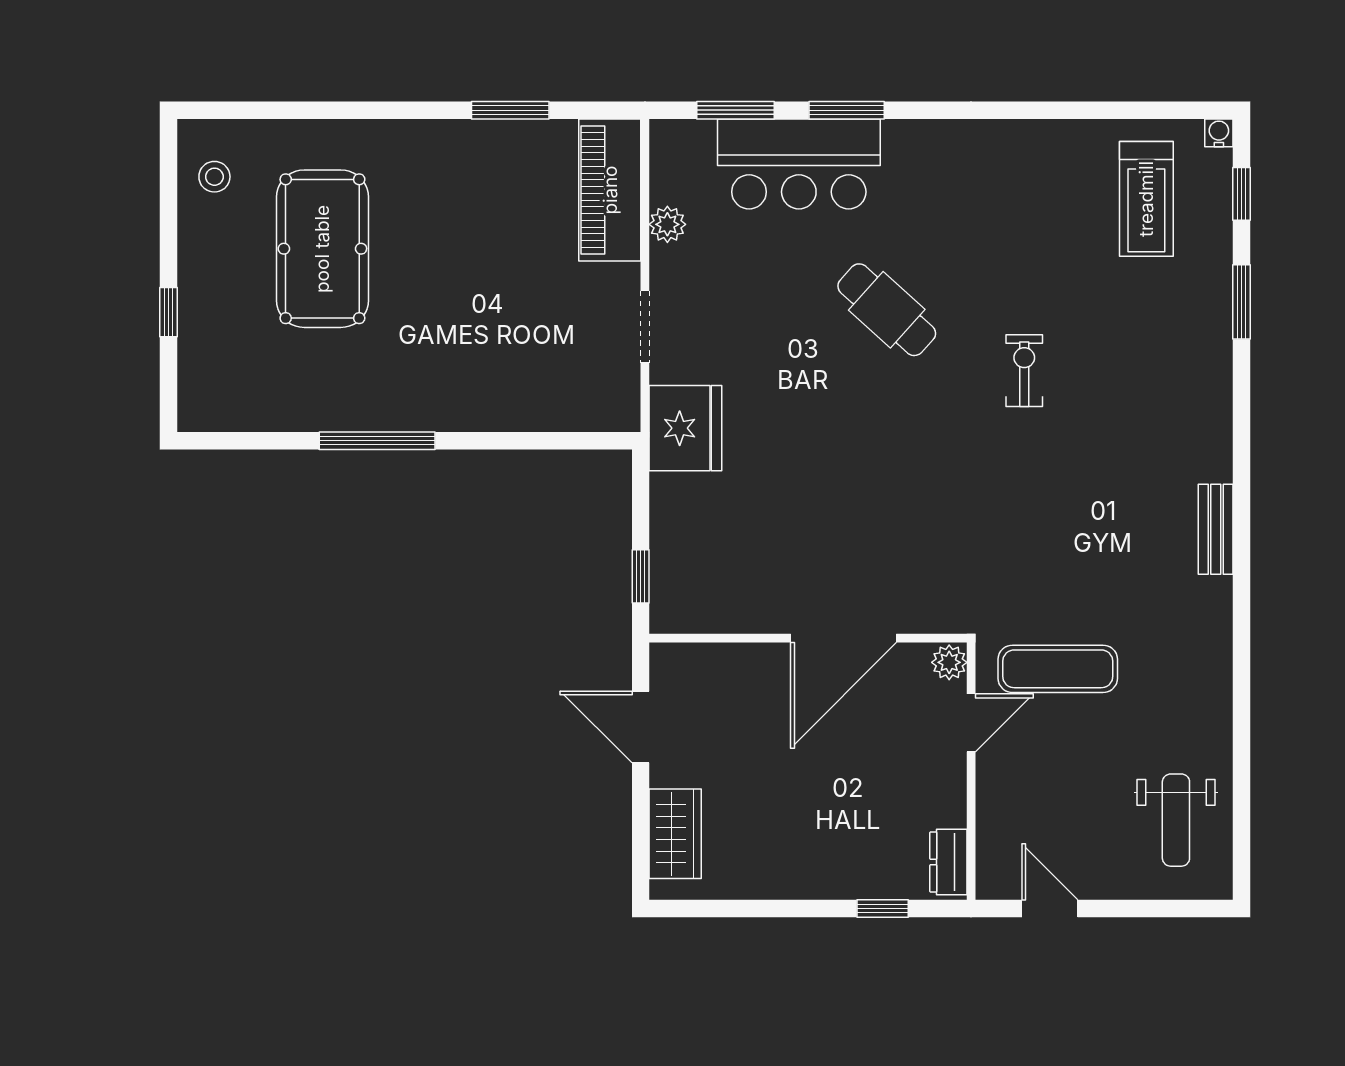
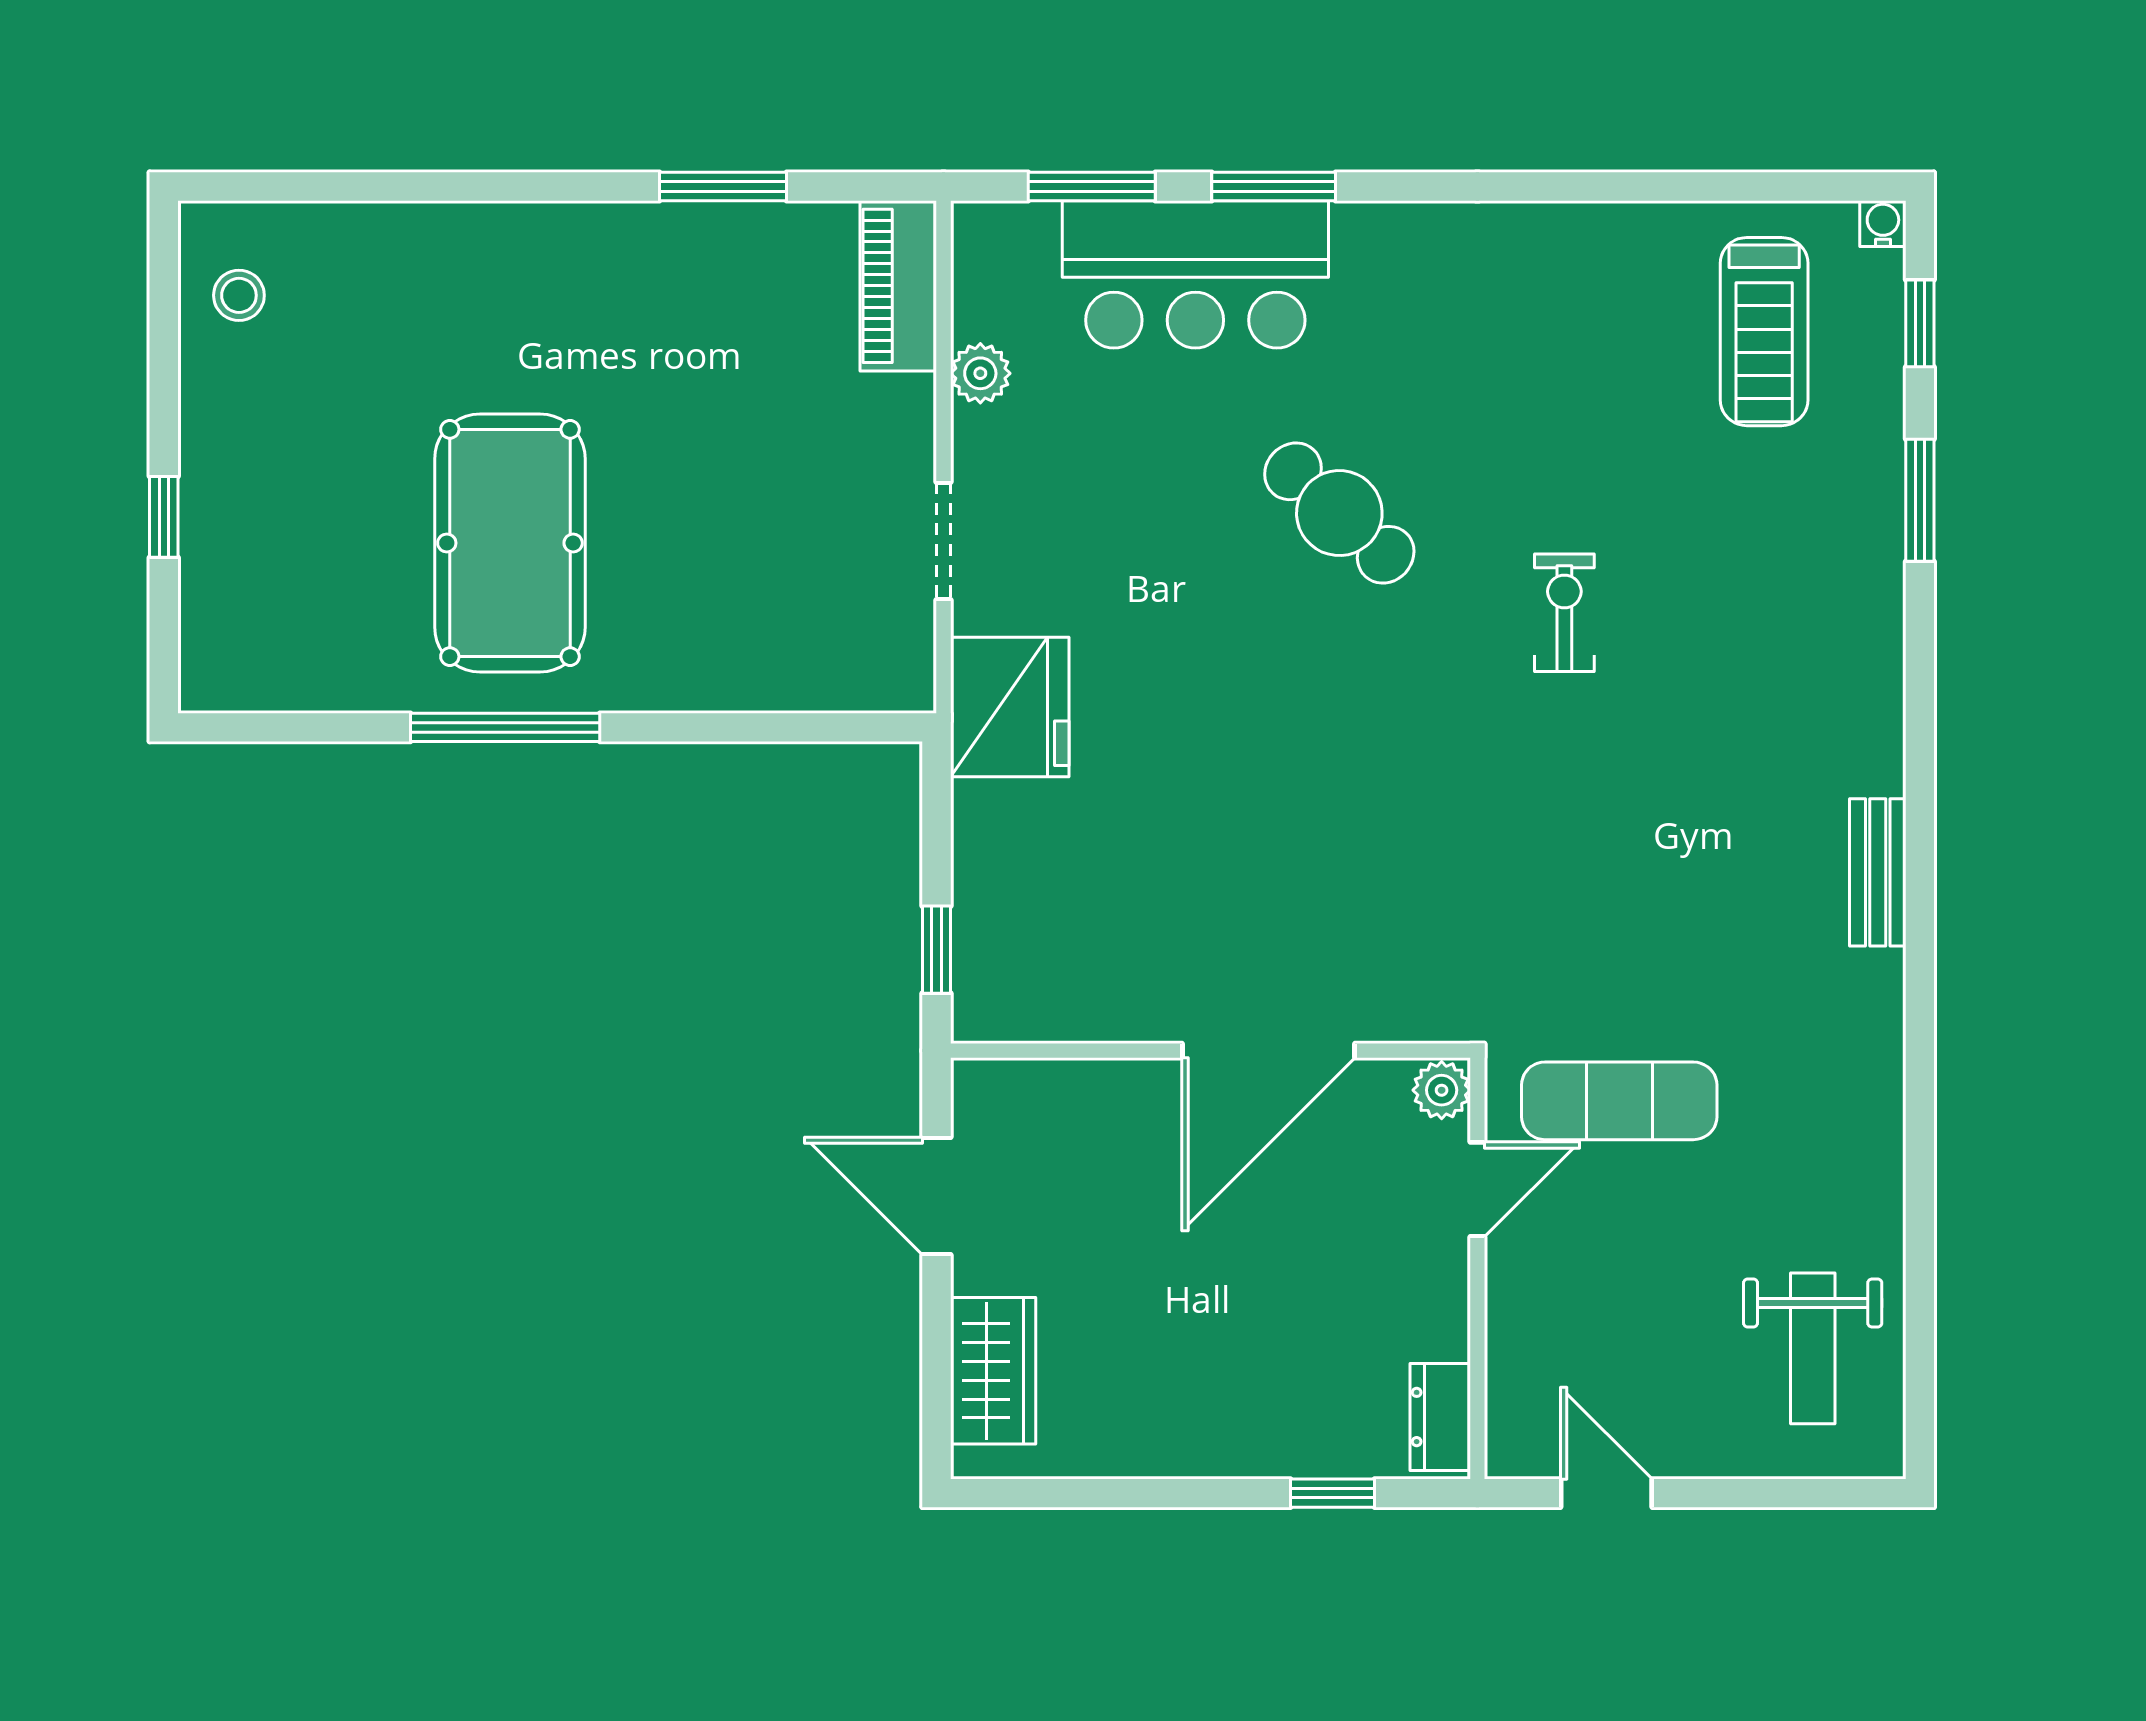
piano: (610, 190) -> (898, 286), width x0.73, depth x0.75
pool table: (322, 249) -> (510, 543), moved

